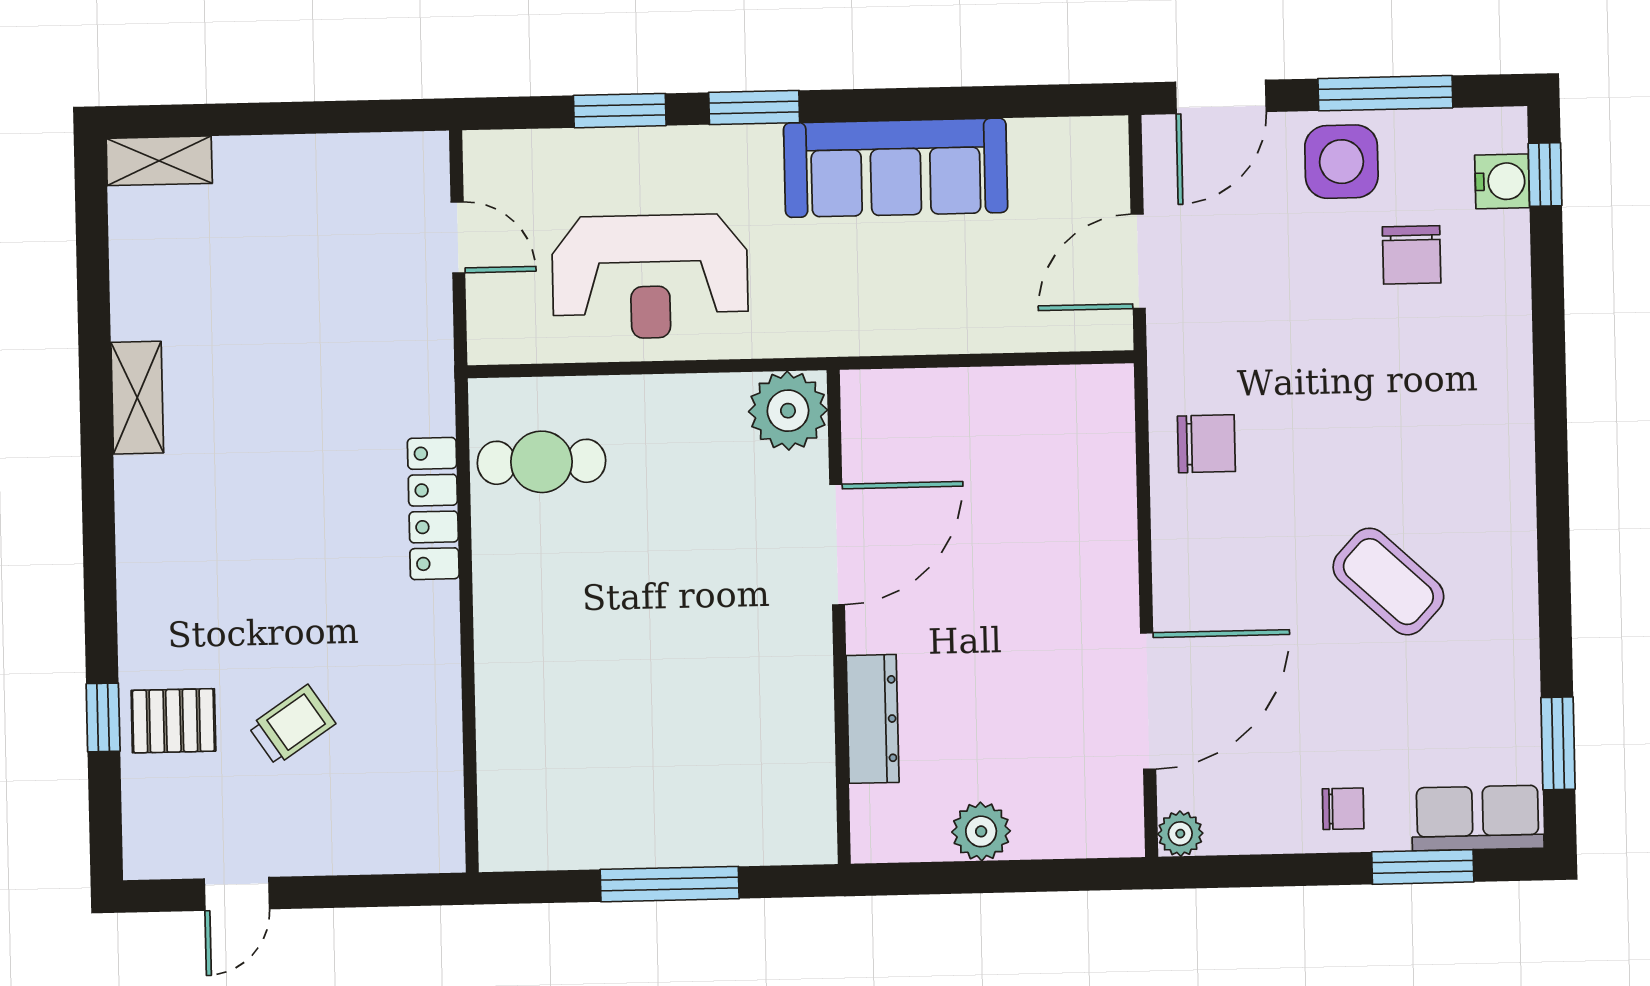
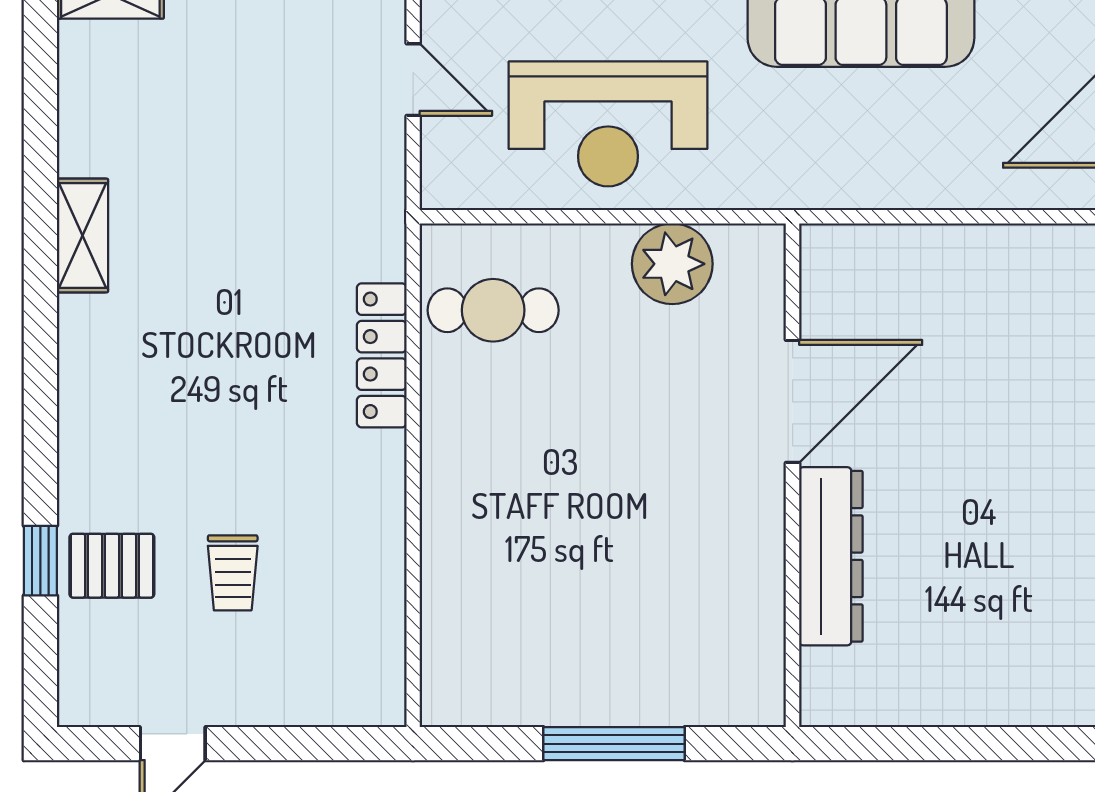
plant: (788, 411) -> (672, 264), moved
dresser: (873, 719) -> (831, 556), width x1.37, depth x1.24
trolley: (292, 725) -> (233, 573), turned 124
plant: (981, 831) -> (933, 697), removed

